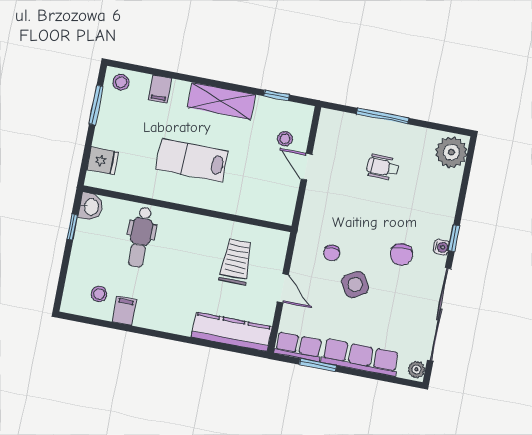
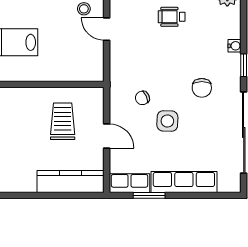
water cooler: (441, 247) -> (235, 46), moved
chair: (332, 253) -> (142, 98), turned 66
side table: (355, 285) -> (167, 121), turned 33
plant: (416, 369) -> (234, 183), removed

